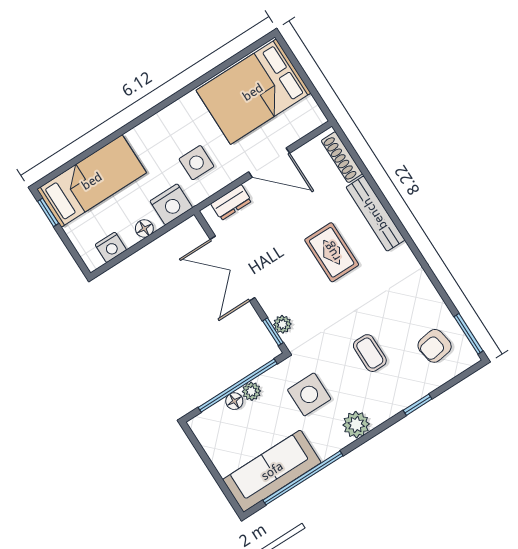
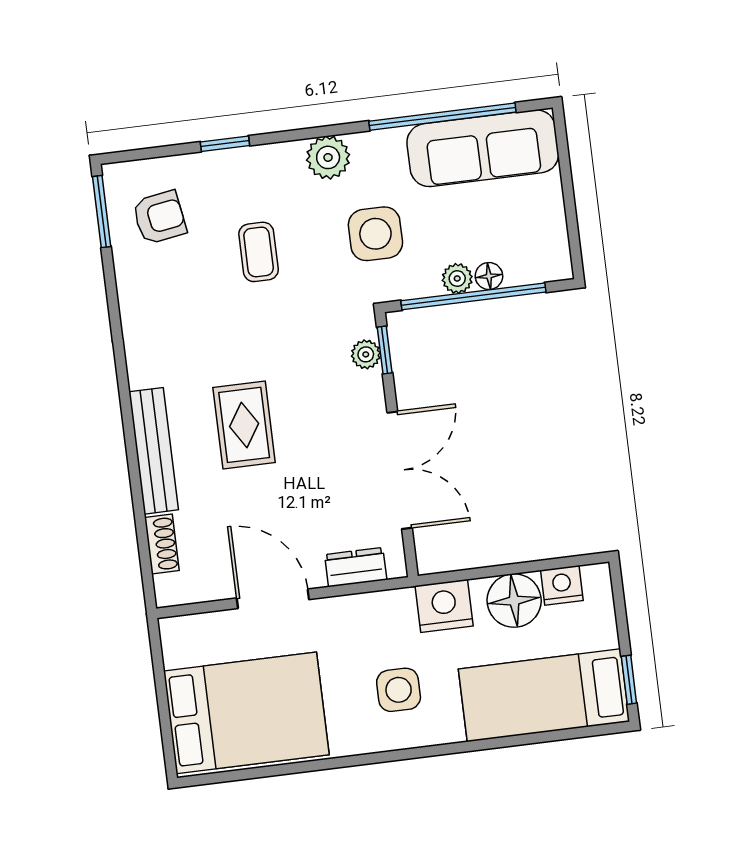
shoe rack: (342, 157) -> (162, 544), width x0.70
side table: (196, 163) -> (399, 690), moved
floor lamp: (144, 228) -> (514, 601), width x1.89, depth x1.89

